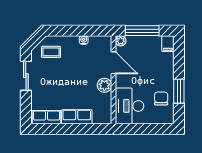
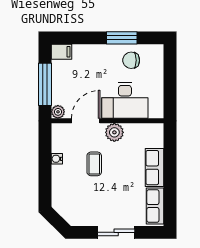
coffee table: (51, 52) -> (94, 164), moved
sliding door: (26, 76) -> (116, 232), moved
desk: (130, 106) -> (125, 100), moved

